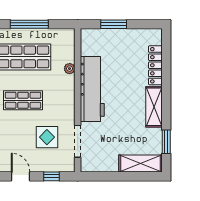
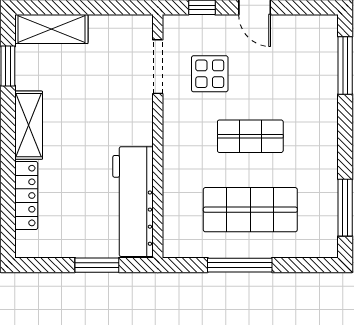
plant: (70, 69) -> (172, 190), removed
workbench: (92, 89) -> (133, 202), moved

